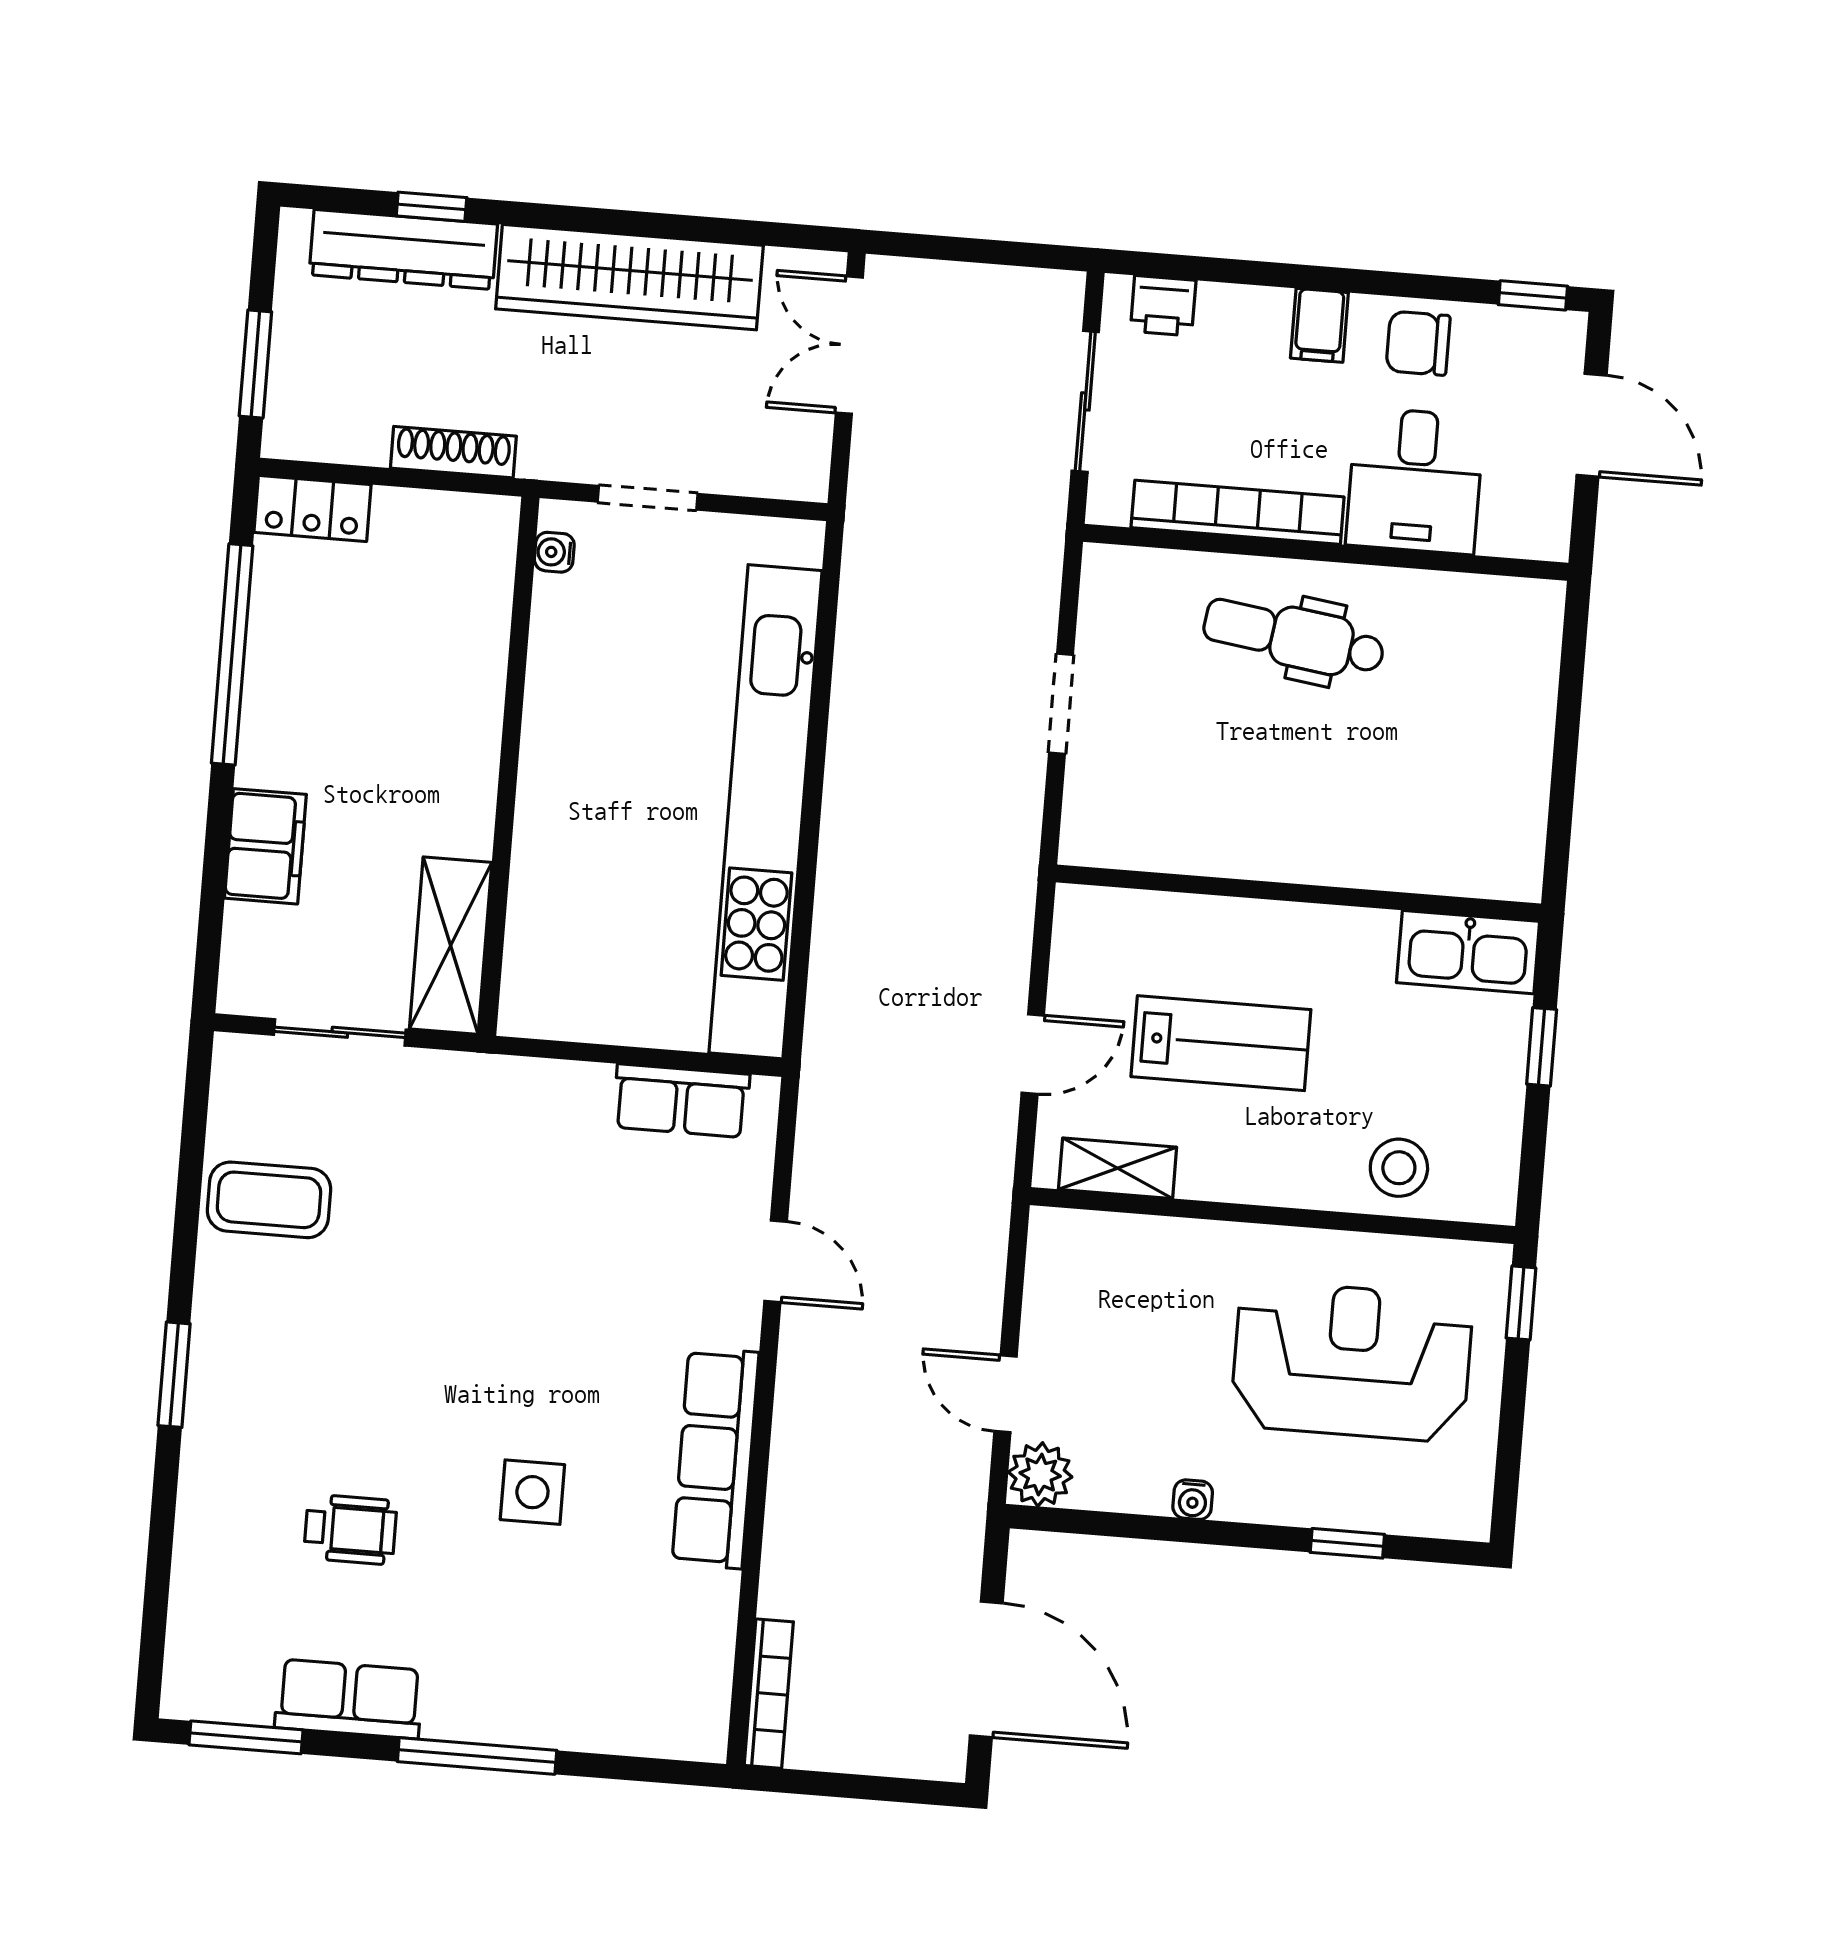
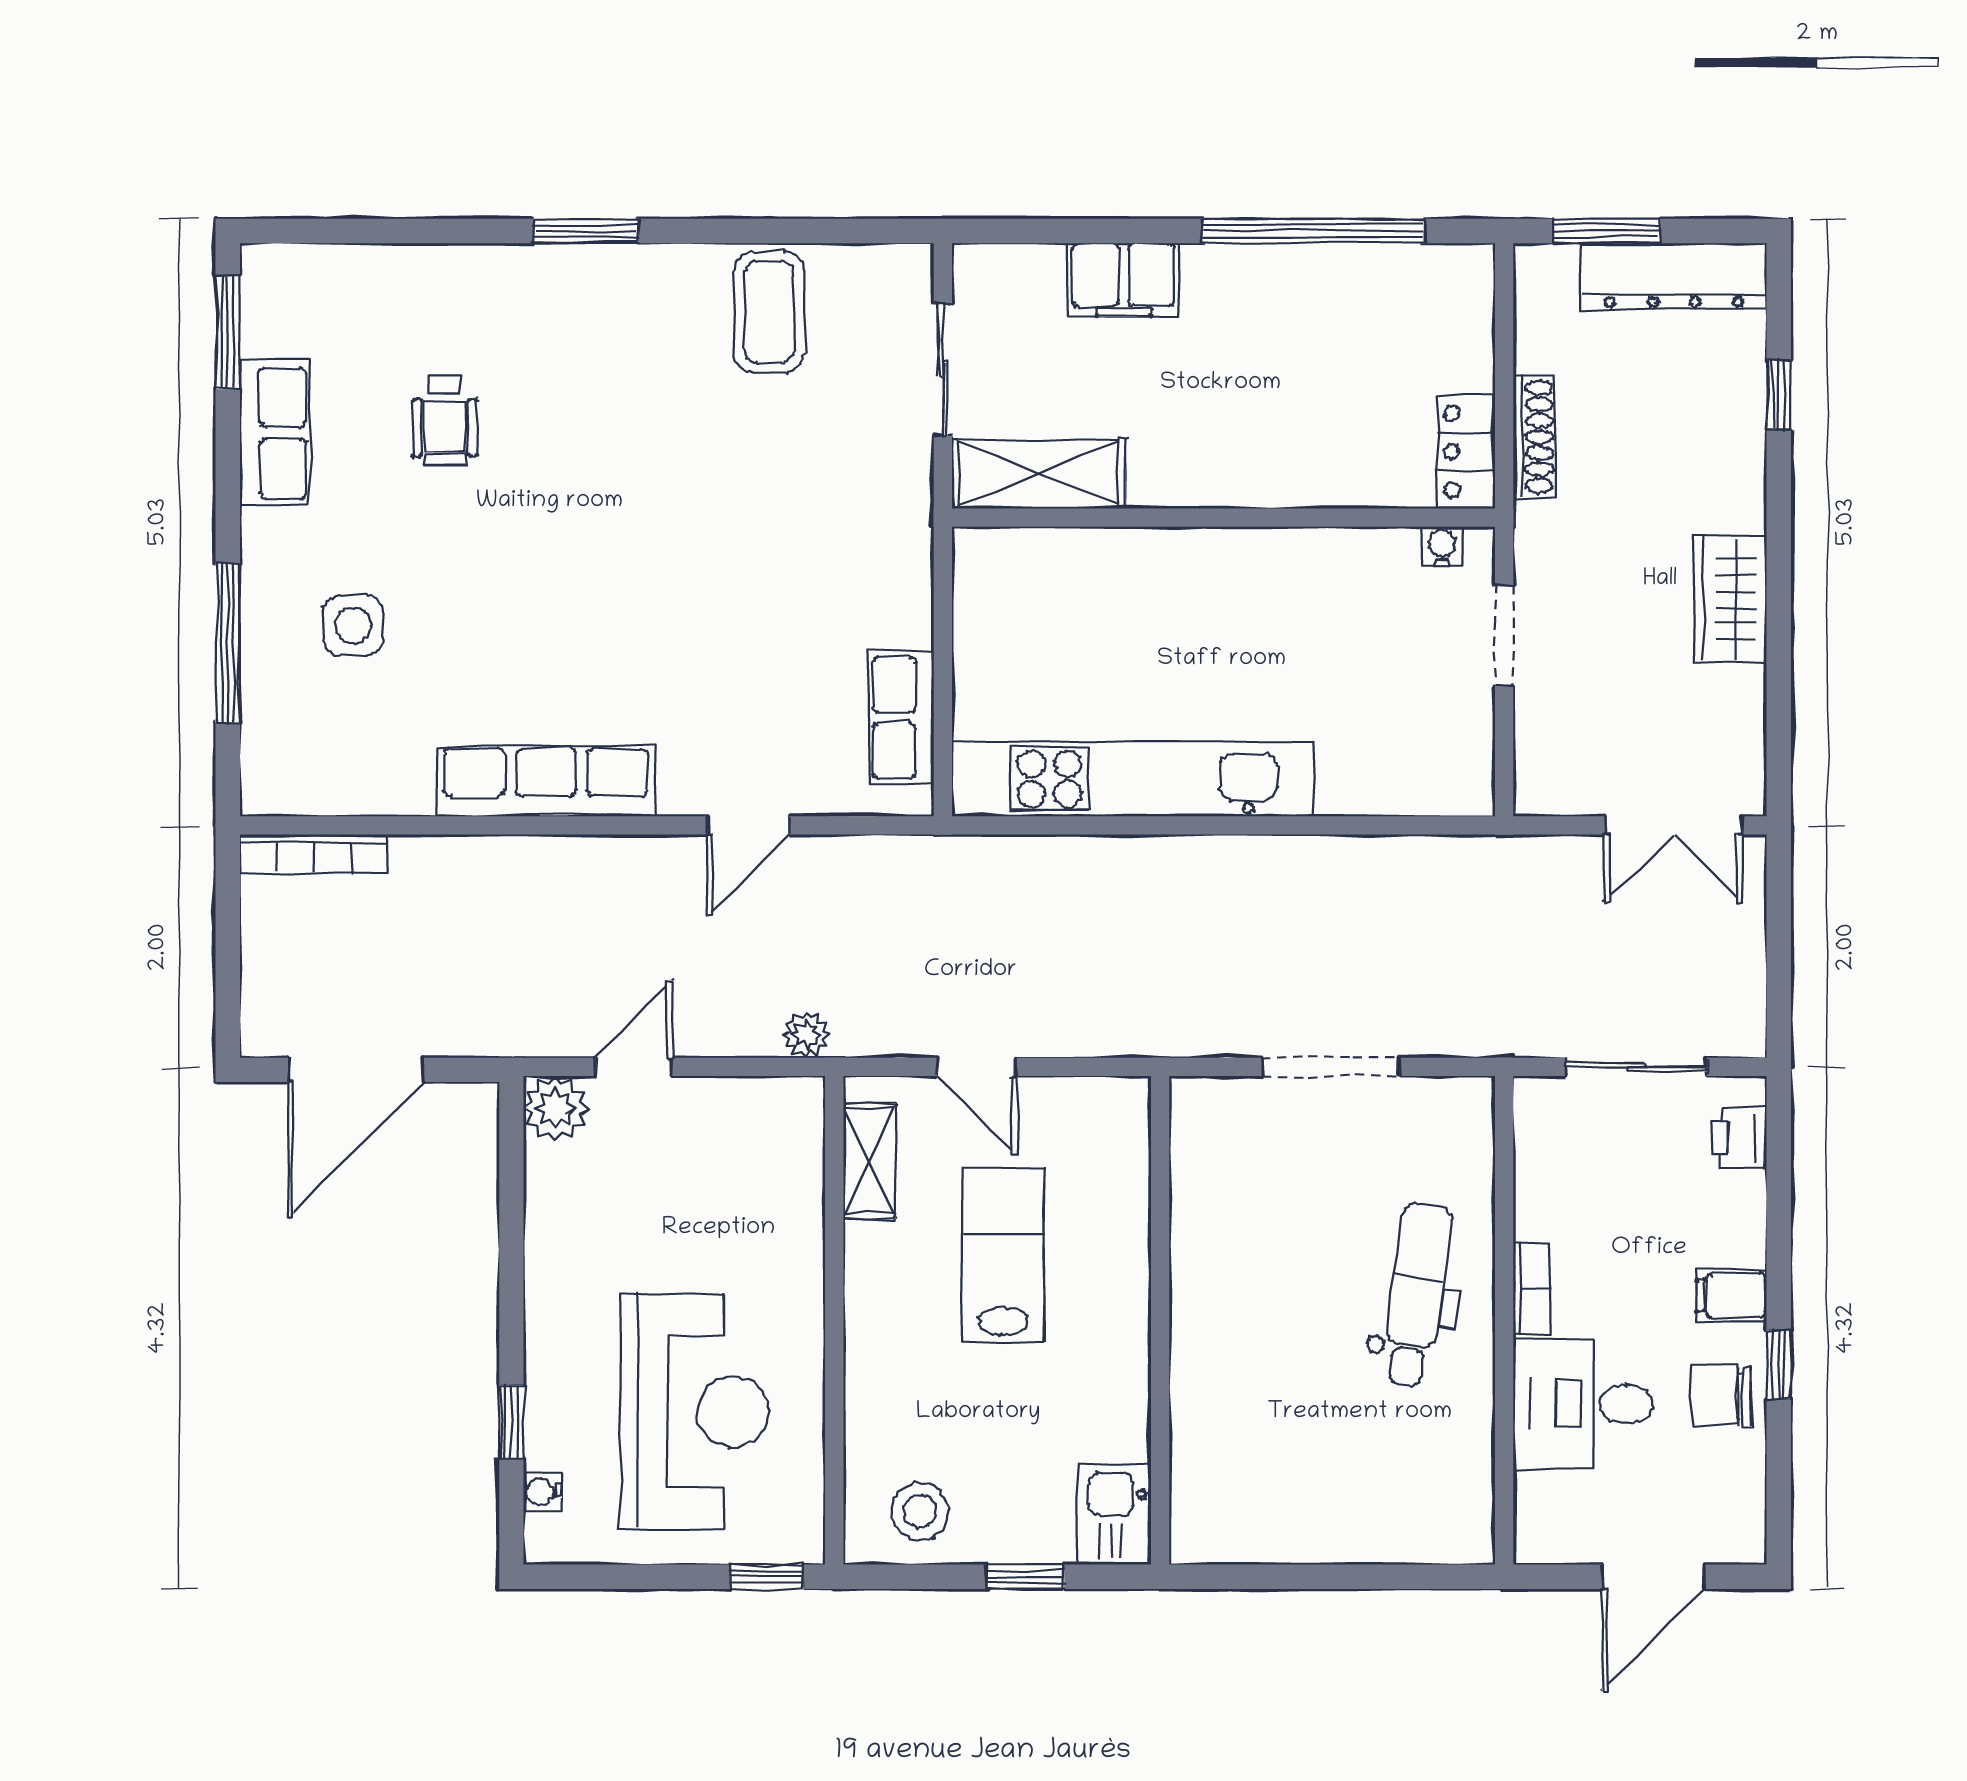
dresser: (403, 249) -> (1674, 276), moved, turned -90
wardrobe: (629, 277) -> (1730, 599), width x0.48, depth x0.85
window: (1533, 295) -> (1779, 1365), moved
chair: (1418, 343) -> (1721, 1396), turned -90
double door: (849, 345) -> (1674, 825), swing flipped
locker: (313, 509) -> (1466, 452), moved
bookcase: (1238, 512) -> (1531, 1288), width x0.43, depth x0.76
doorway: (1061, 704) -> (1331, 1067), width x1.38
kitchen unit: (765, 812) -> (1133, 779), width x0.73
kitchen sink: (1468, 952) -> (1114, 1514), width x0.73
lab bench: (1221, 1043) -> (1003, 1255), turned 180
stool: (1399, 1168) -> (920, 1511), moved
plant: (987, 1221) -> (806, 1035), added
side table: (532, 1492) -> (353, 625), moved
water cooler: (1193, 1500) -> (543, 1492), moved
window: (477, 1756) -> (228, 643), moved

